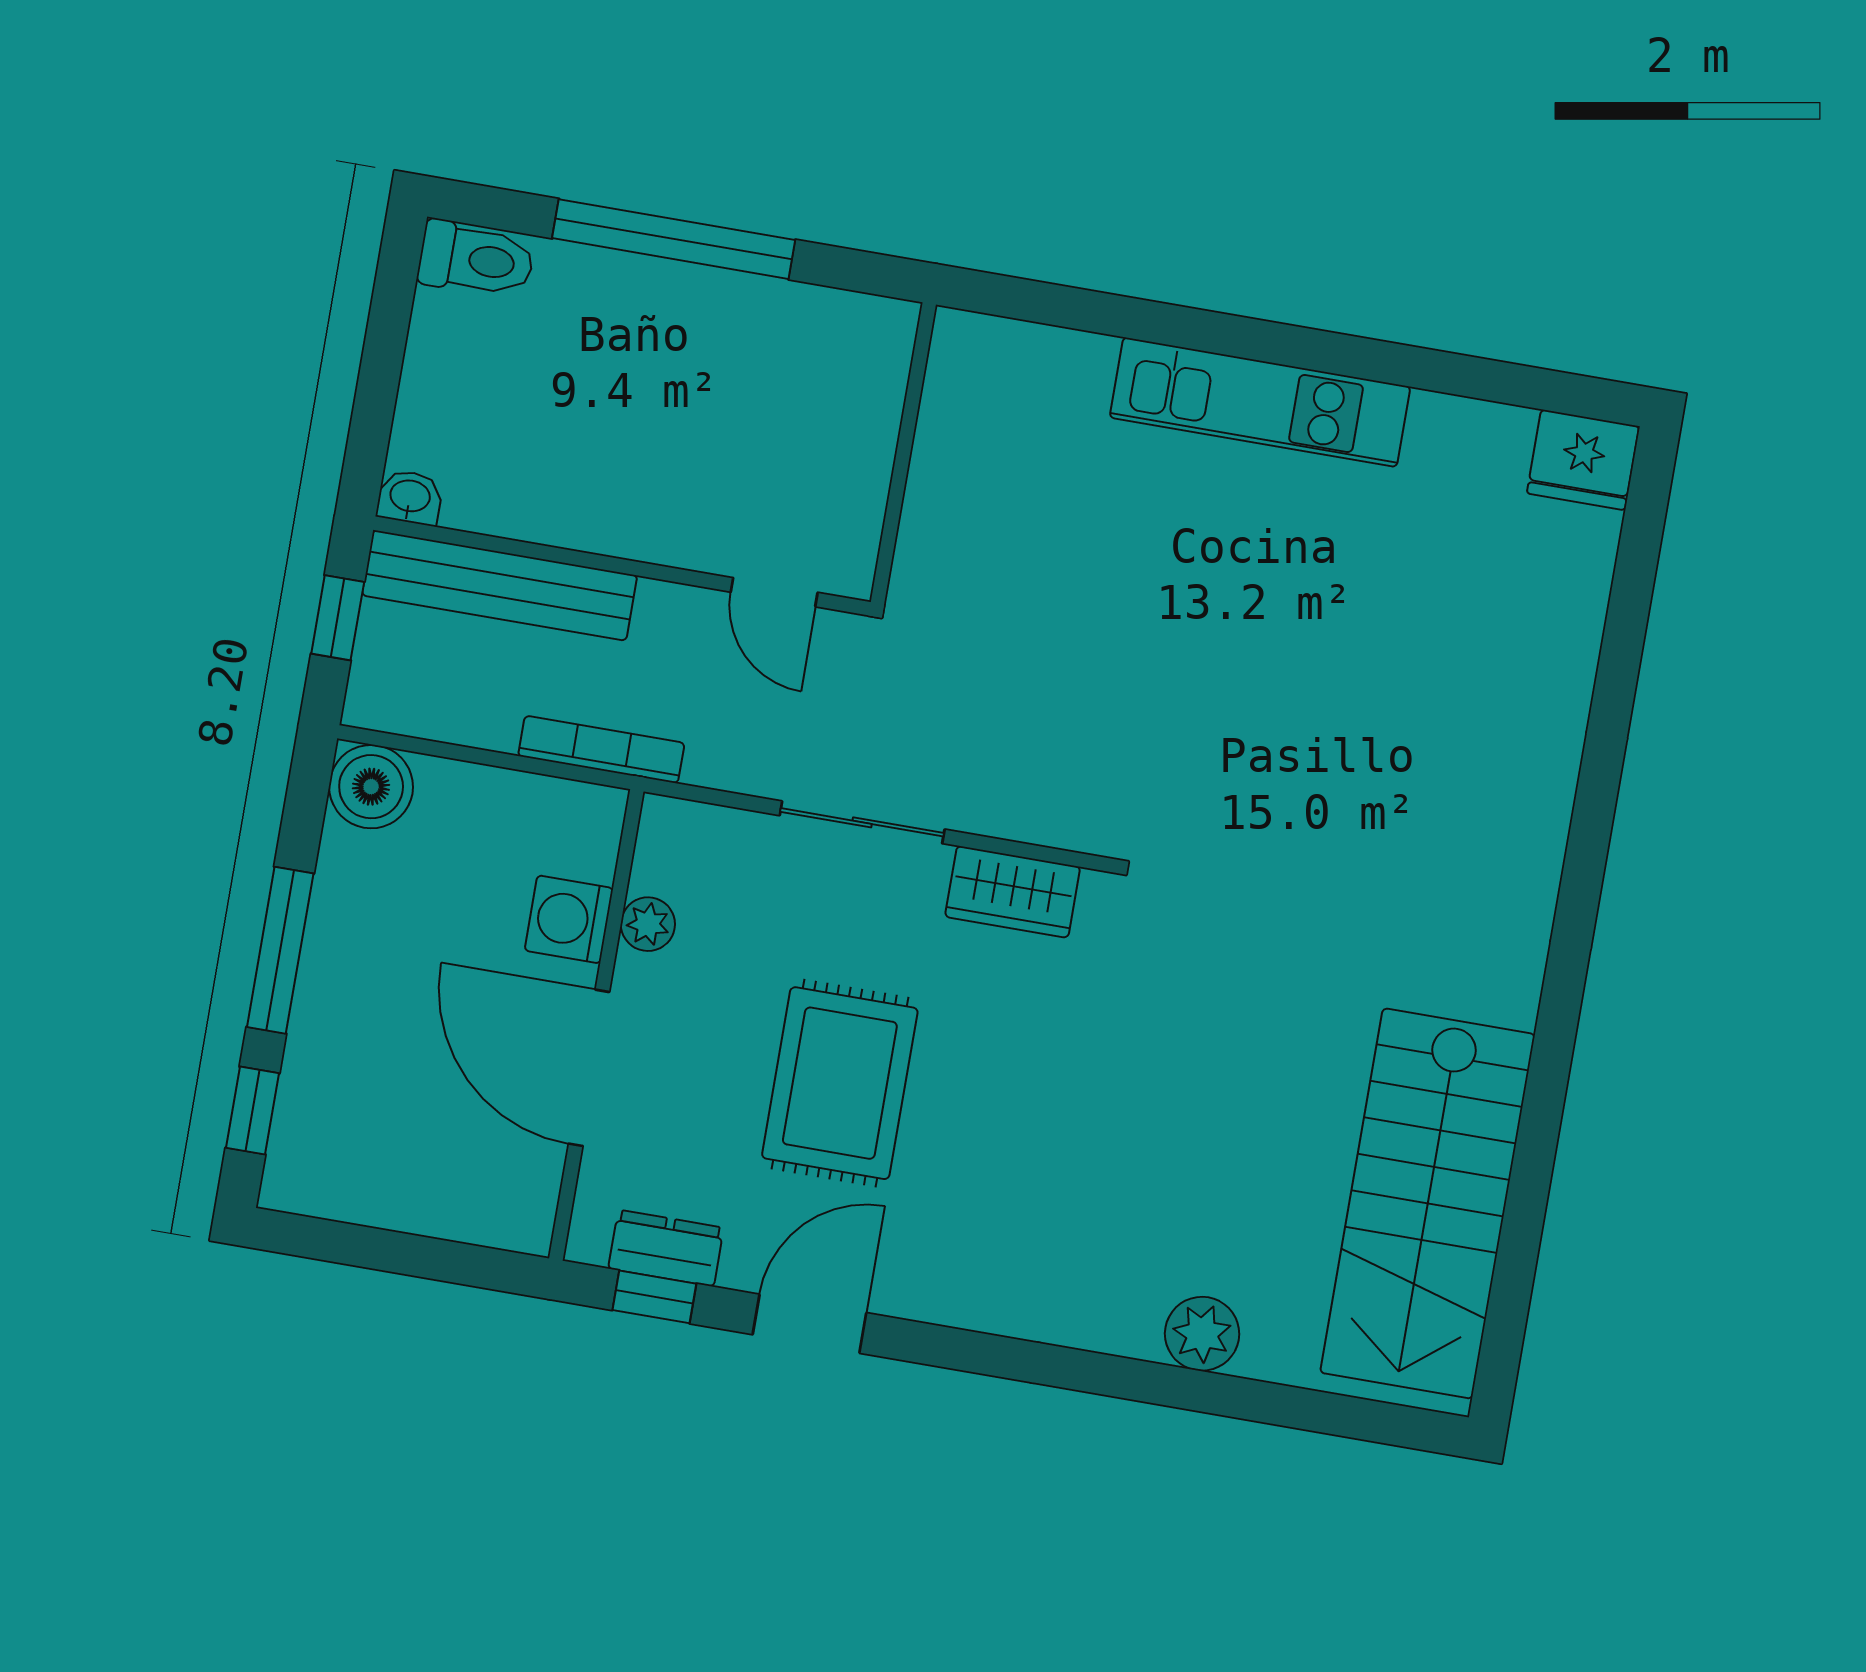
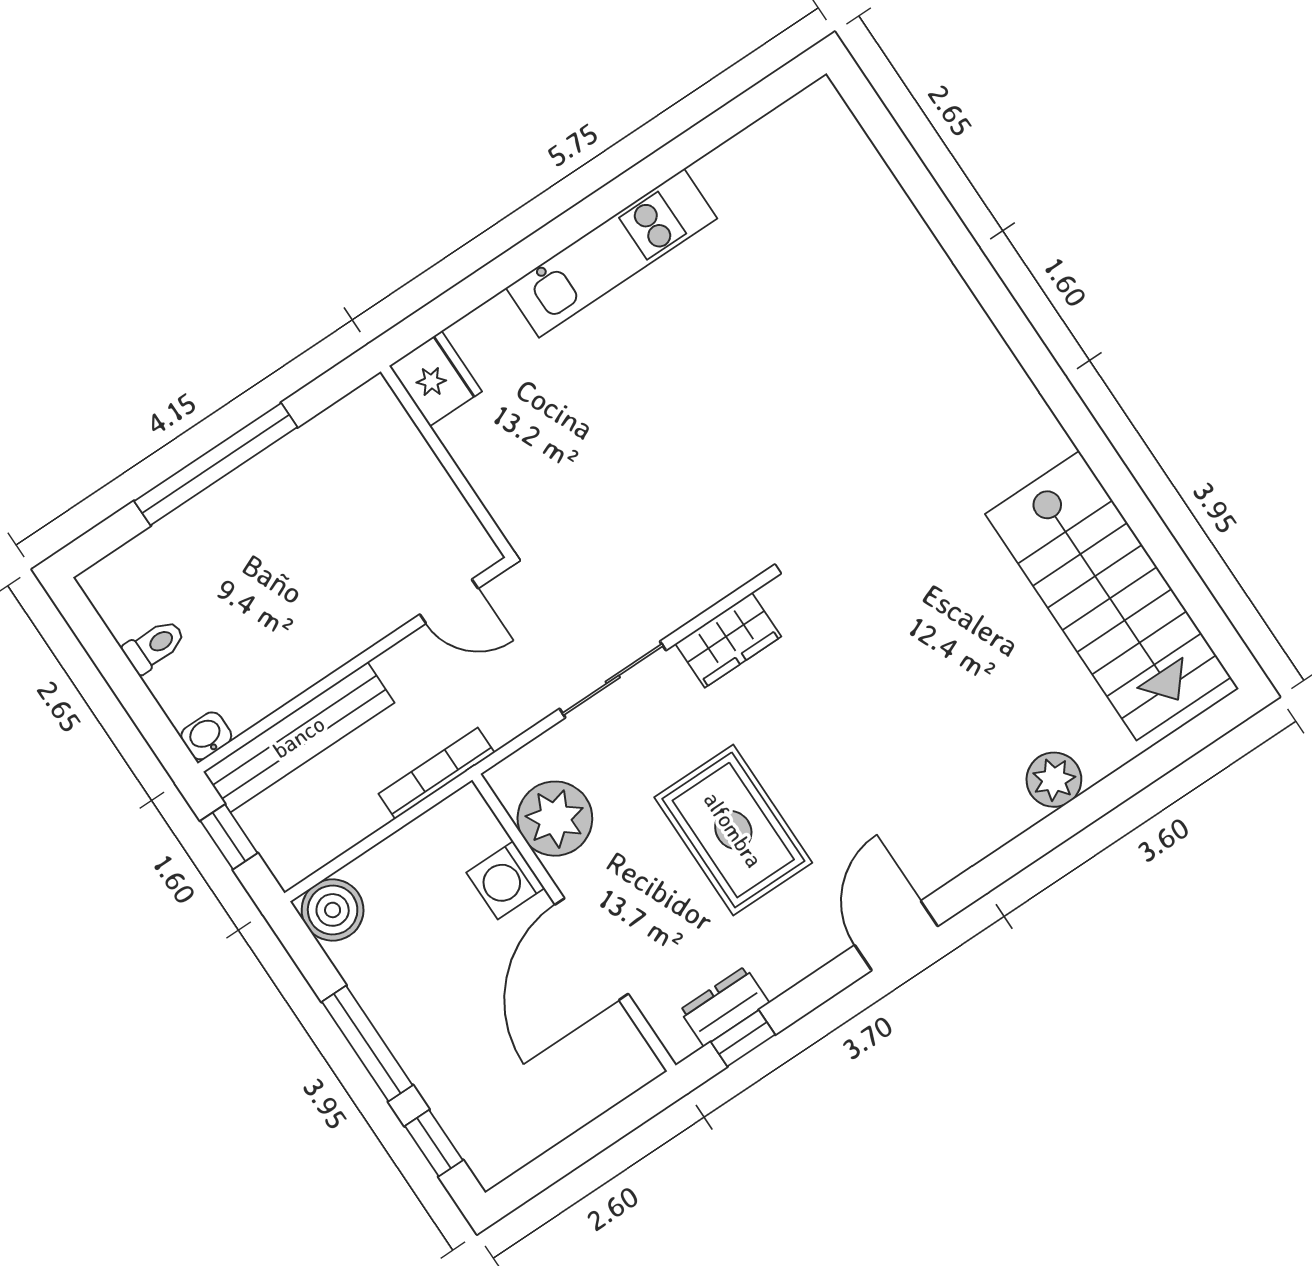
toilet: (476, 259) -> (154, 646), moved, width x0.73, depth x0.72
fridge: (1583, 460) -> (436, 379), moved, turned -90
plant: (648, 924) -> (555, 819), width x1.87, depth x1.87
door: (589, 1068) -> (592, 949), hinge flipped
door: (809, 1324) -> (896, 936), moved

